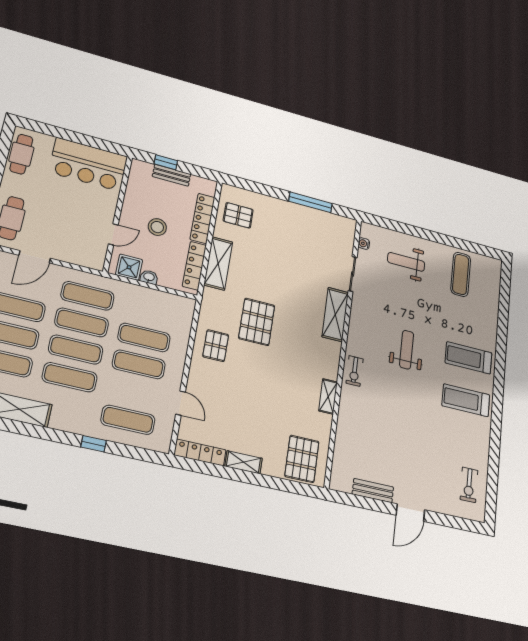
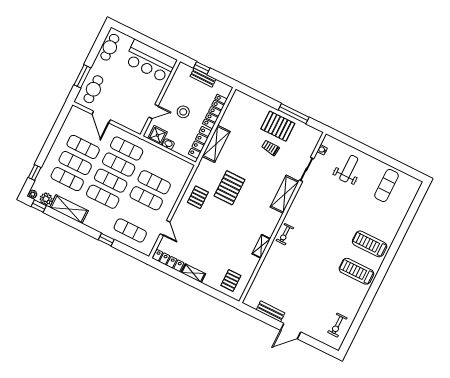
pallet: (238, 215) -> (278, 126), moved, width x1.50, depth x1.42
trolley: (295, 254) -> (270, 148), added
door: (35, 257) -> (101, 117), hinge flipped
weight bench: (406, 262) -> (349, 169), turned 90
weight bench: (407, 350) -> (327, 228), removed
pallet: (302, 459) -> (231, 280), width x0.67, depth x0.71

